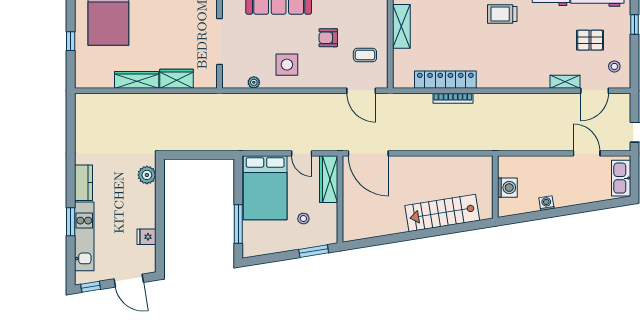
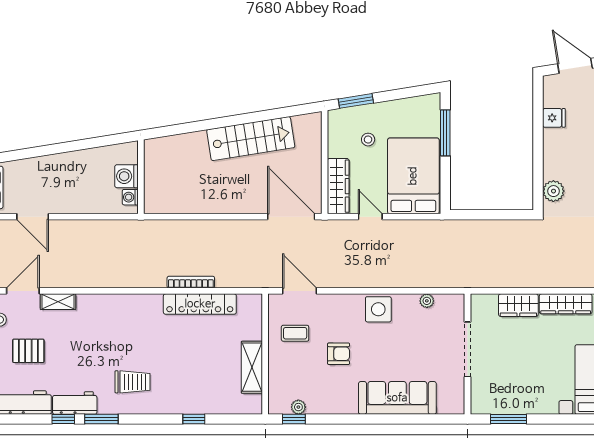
side table: (287, 65) -> (378, 309), moved
washing machine: (546, 203) -> (130, 197), moved, turned 99
stairs: (442, 213) -> (251, 139), moved

